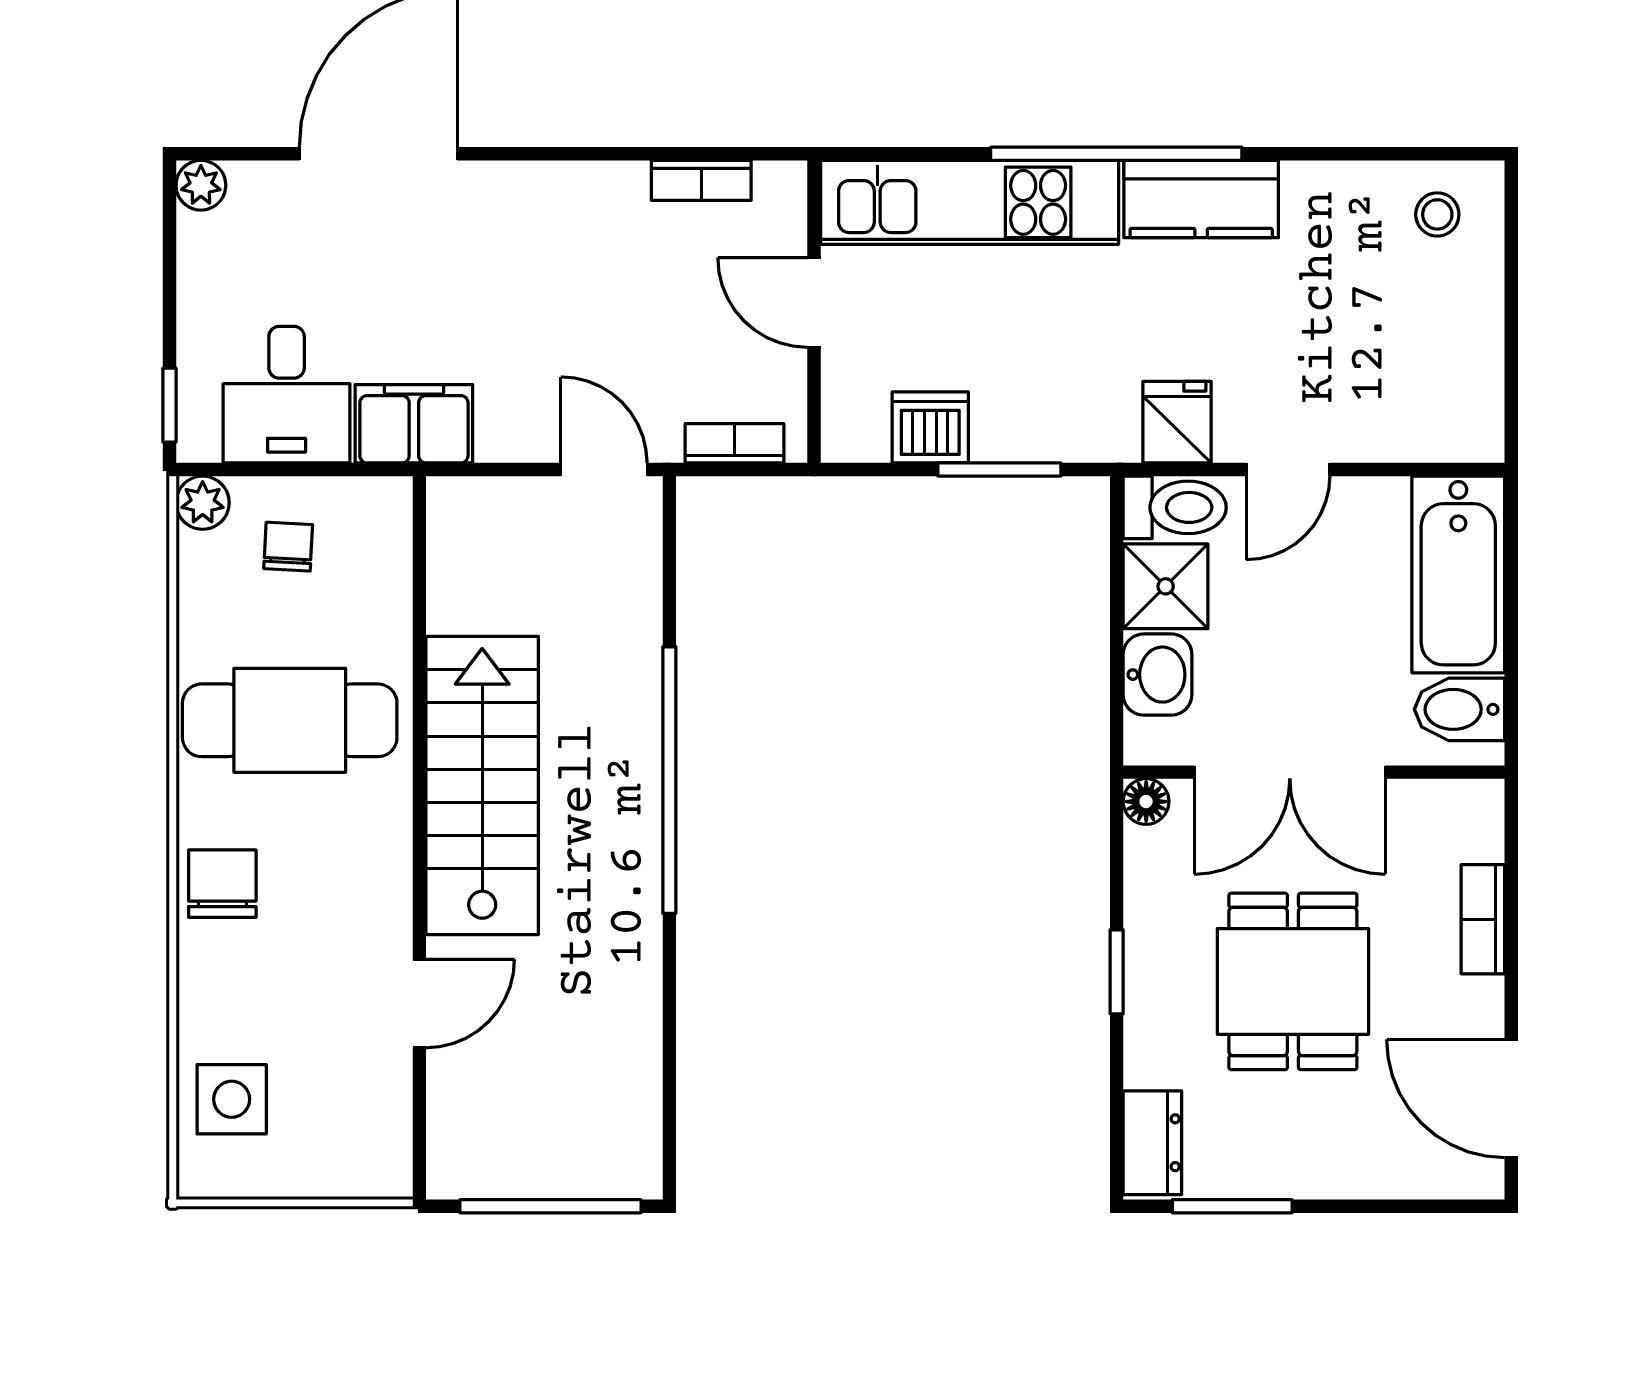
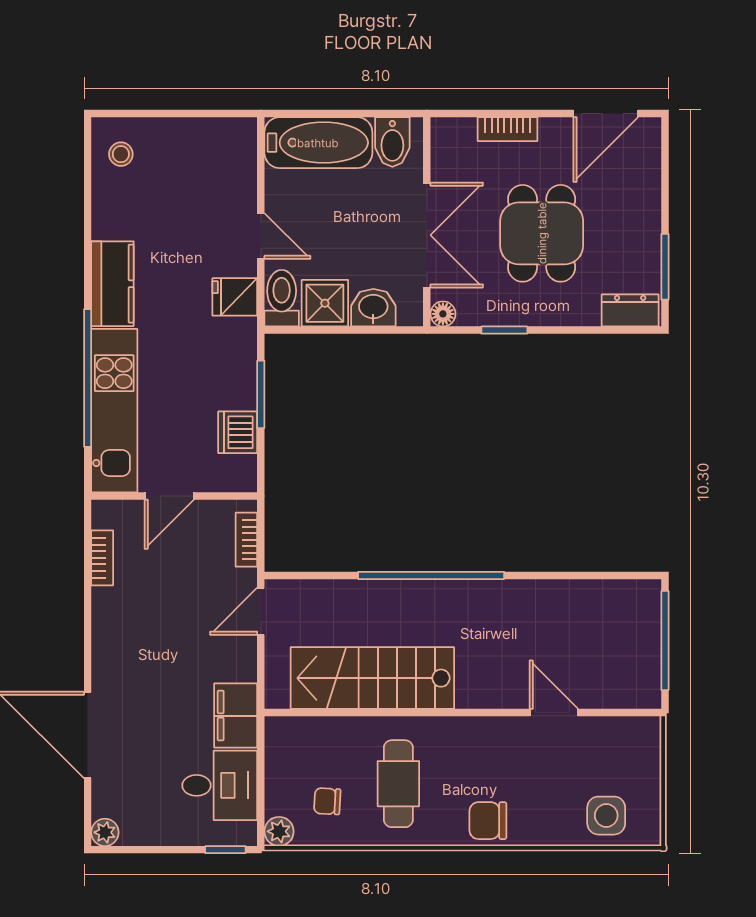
window: (1116, 154) -> (88, 378), moved
chair: (288, 547) -> (327, 801), moved
cafe table: (290, 720) -> (398, 784), width x0.73, depth x0.74
stairs: (482, 786) -> (372, 678), moved
window: (1117, 972) -> (504, 330), moved
dining table: (1293, 981) -> (542, 233), turned 90

